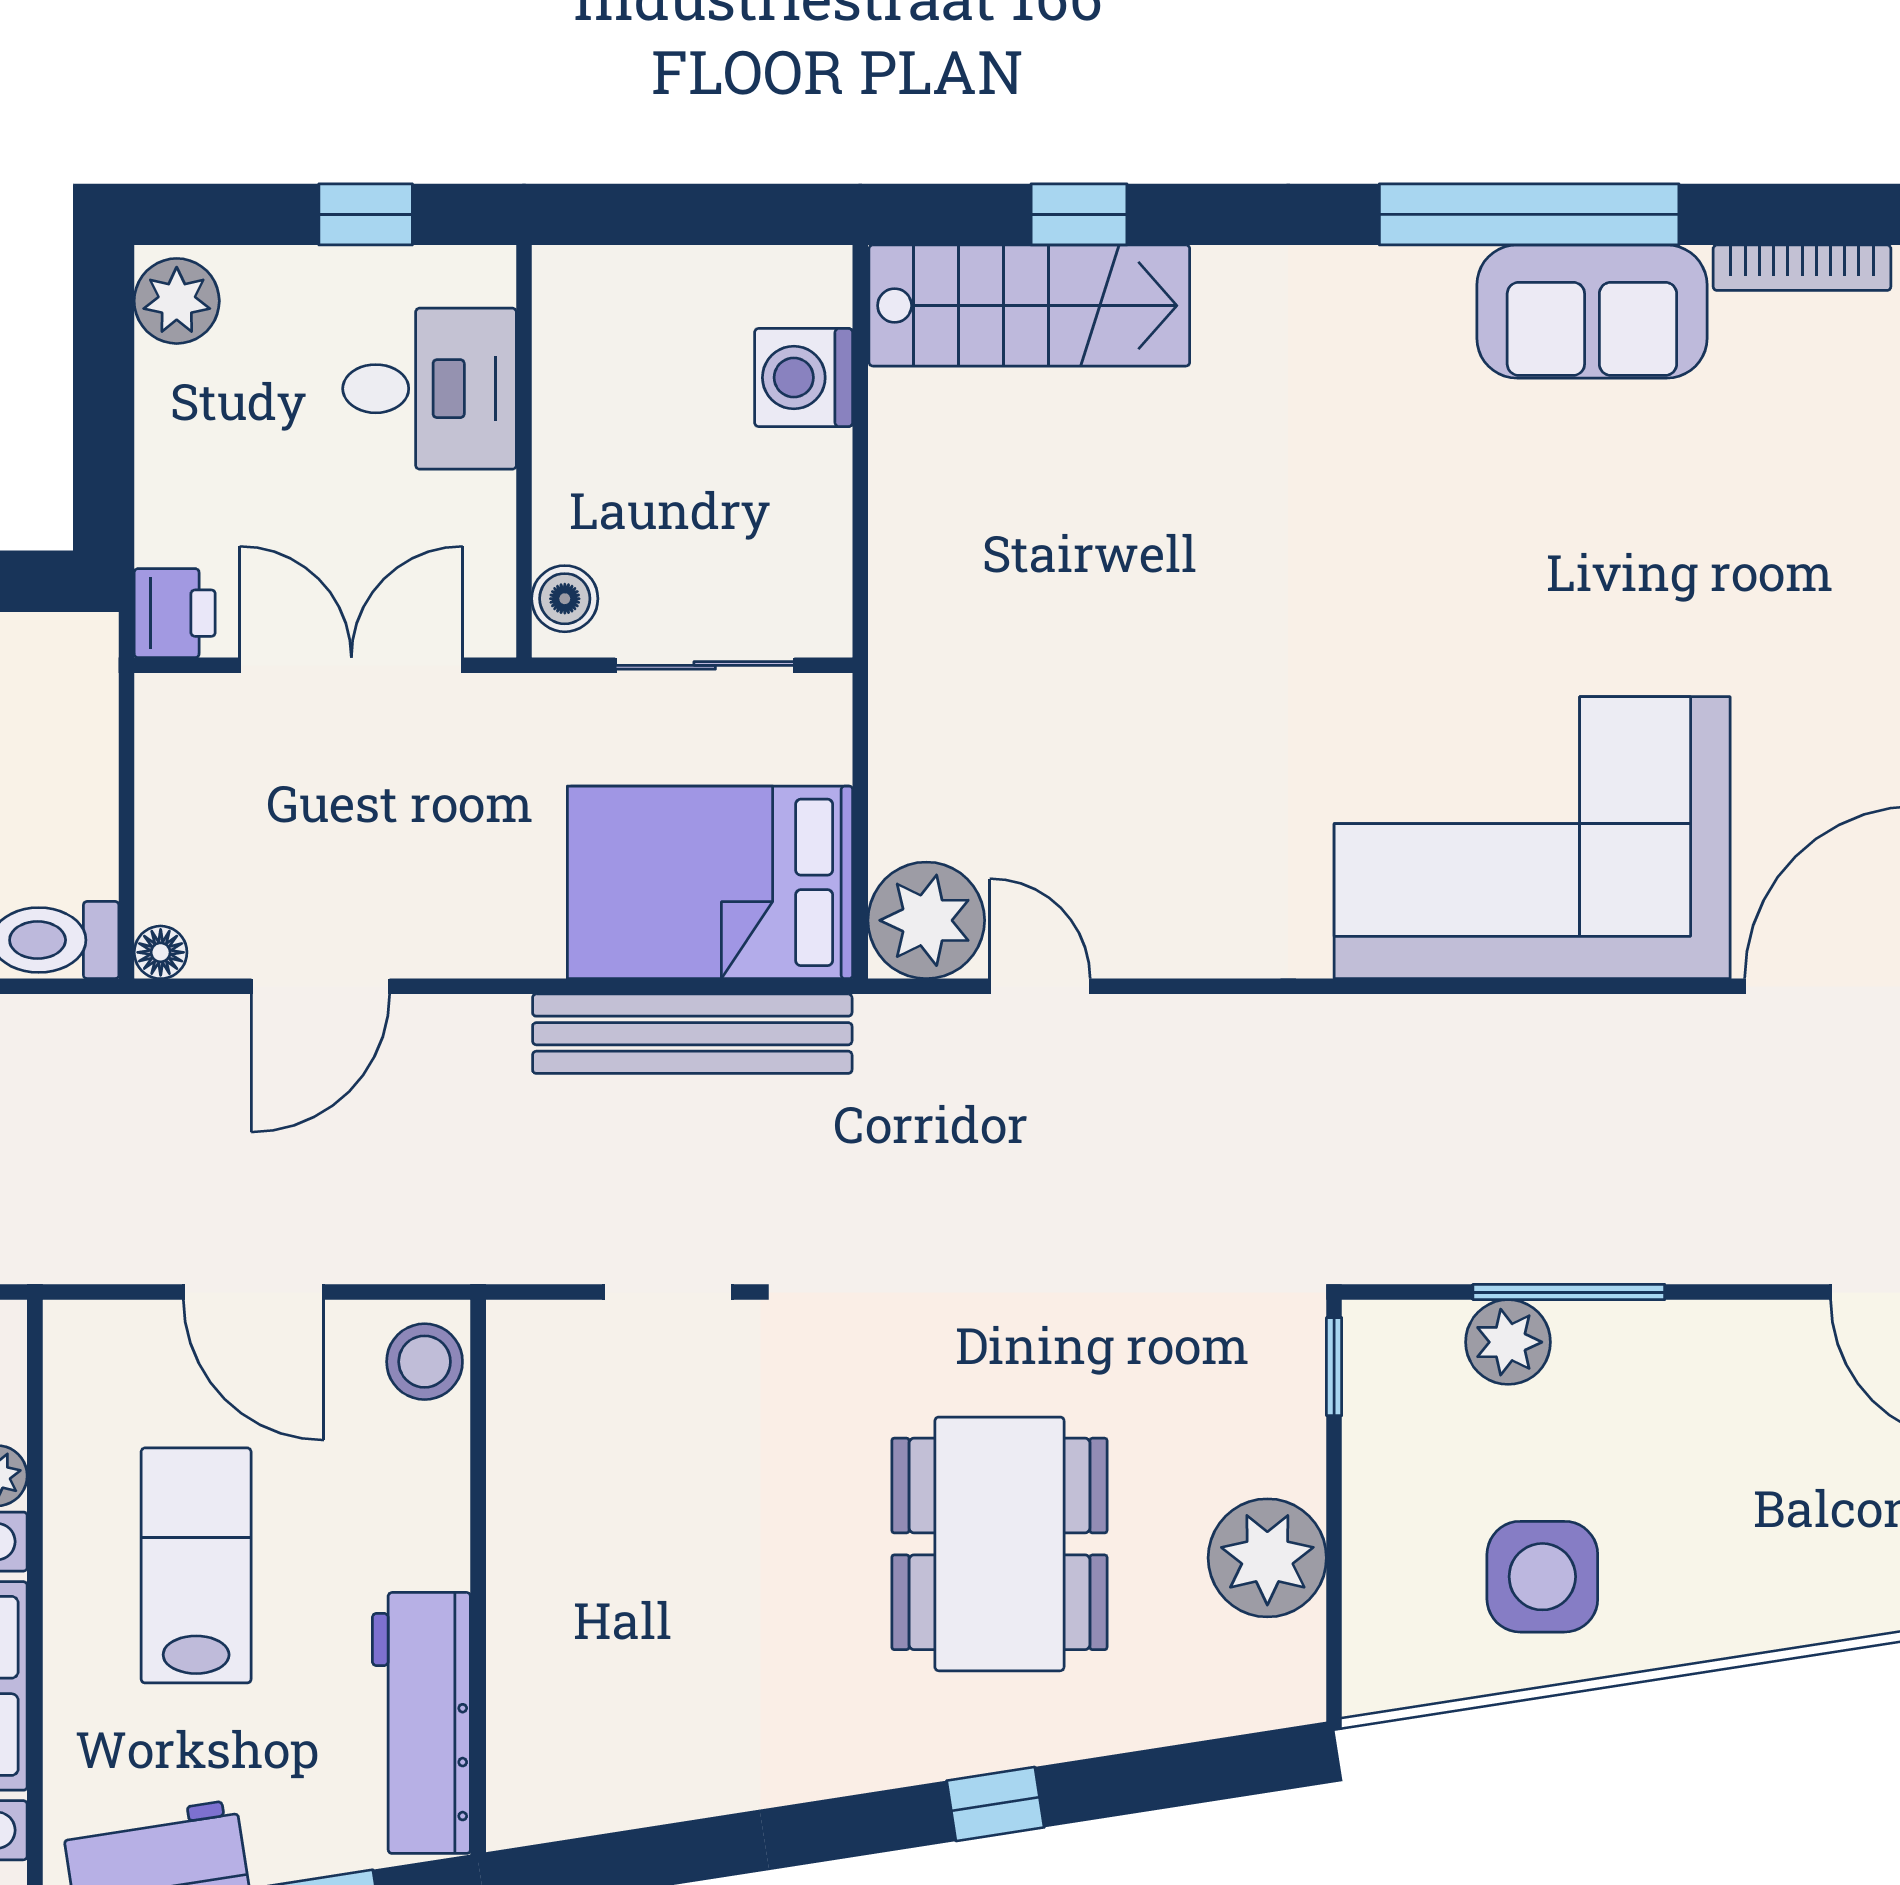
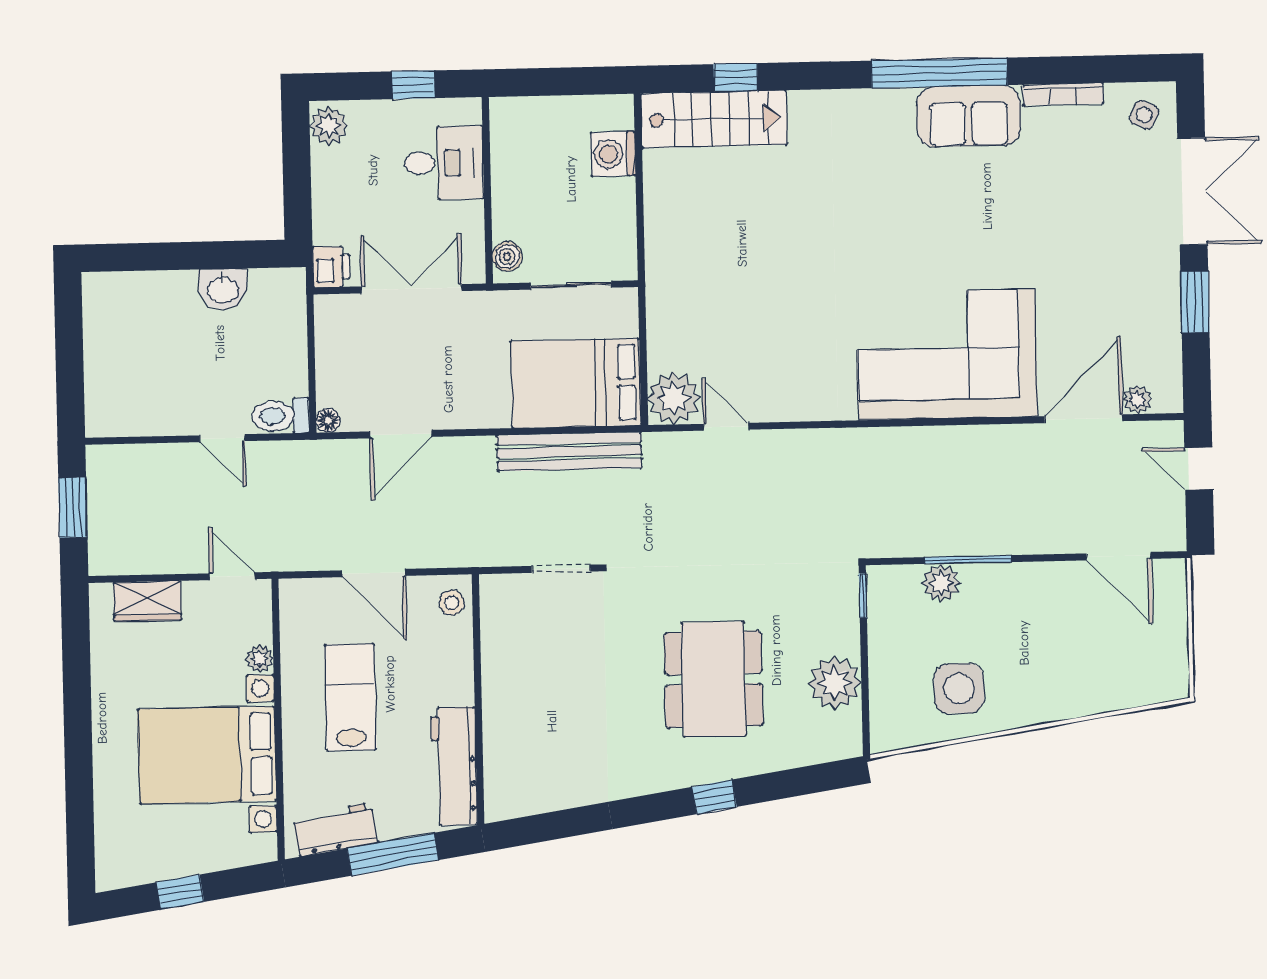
stool: (425, 1362) -> (452, 603), width x0.73, depth x0.73

